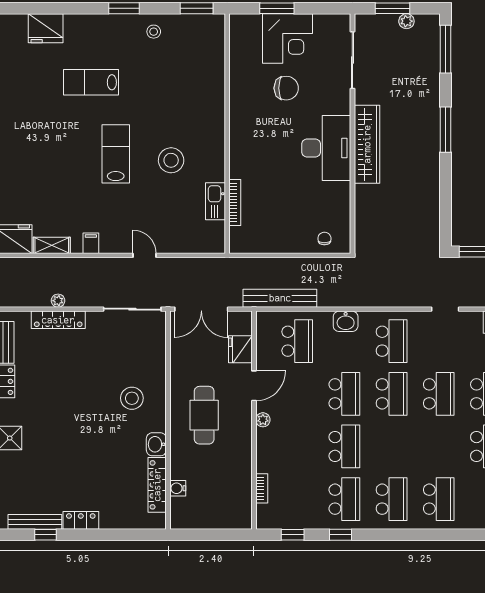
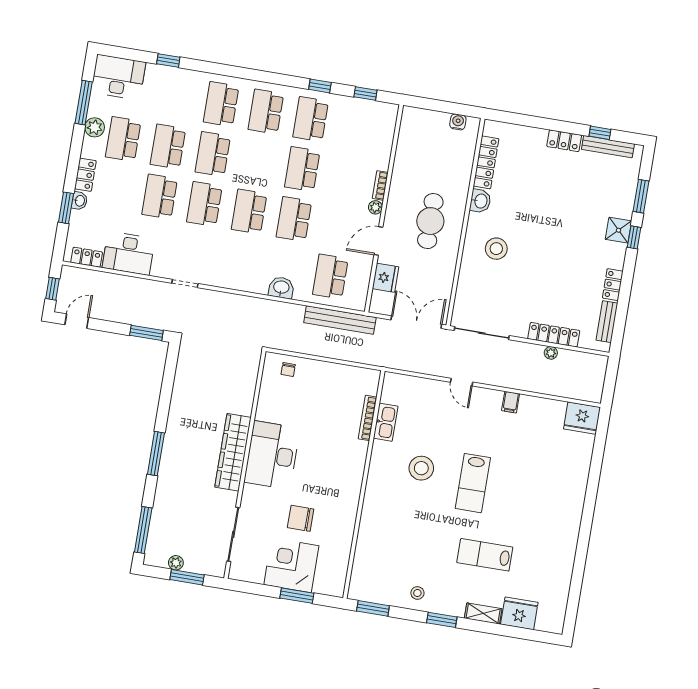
lab bench: (91, 82) -> (485, 555), turned 180
shelving: (52, 245) -> (483, 613), moved
school desk: (392, 341) -> (213, 154), moved
water cooler: (178, 488) -> (458, 122), moved, turned -90
bookcase: (262, 488) -> (380, 185), moved

